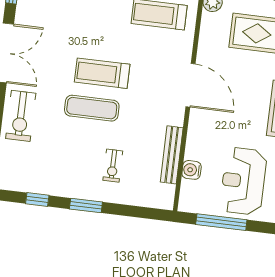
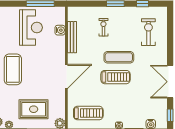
door: (191, 85) -> (66, 76), swing flipped
exercise bike: (21, 116) -> (148, 32), moved

